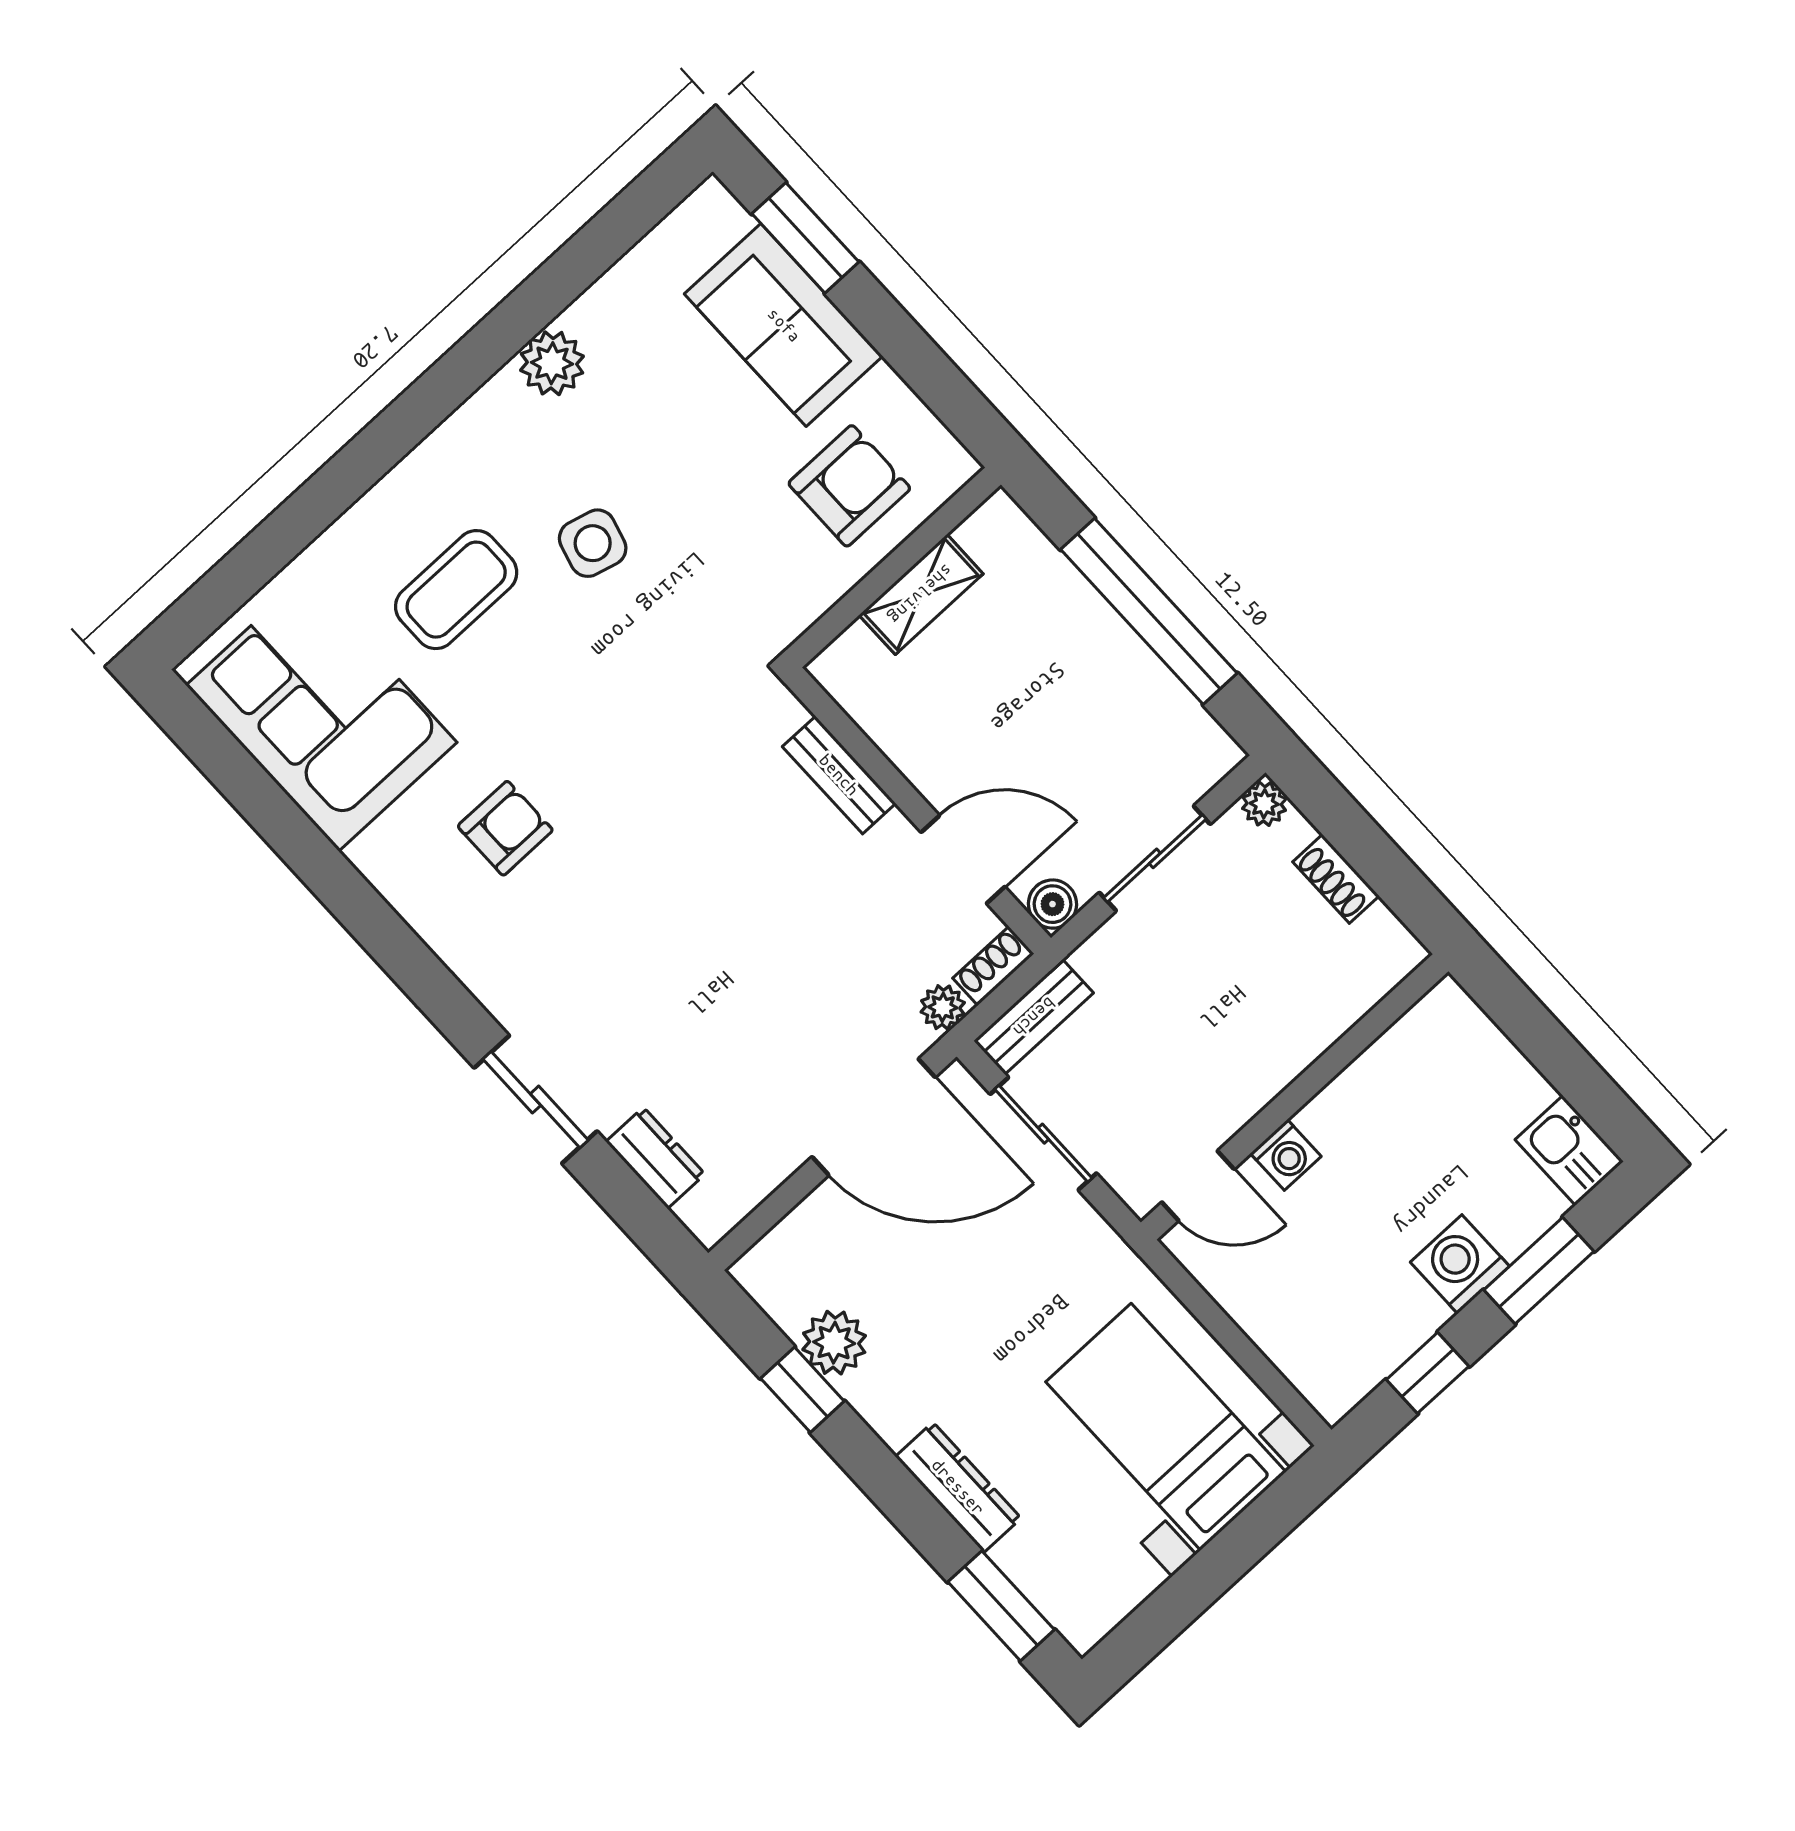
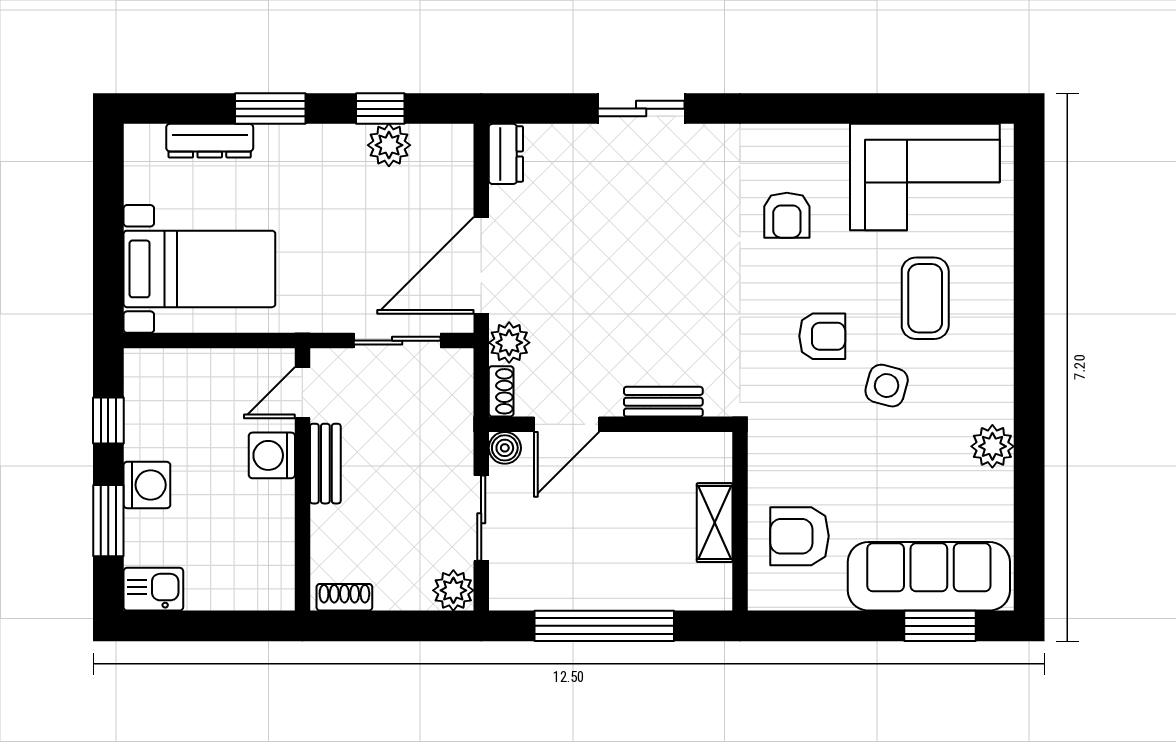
sofa: (784, 325) -> (929, 576), width x1.36
armchair: (849, 486) -> (800, 536), turned 90
armchair: (604, 665) -> (822, 336), added
plant: (1264, 804) -> (453, 590), width x1.38, depth x1.38
shoe rack: (1336, 879) -> (344, 597), moved
plant: (943, 1007) -> (509, 343), width x1.38, depth x1.38
bench: (1034, 1017) -> (325, 464), moved
washing machine: (1286, 1155) -> (272, 455), width x1.38, depth x1.38
dresser: (655, 1158) -> (506, 154), moved, turned -90
dresser: (958, 1487) -> (210, 141), moved
window: (1001, 1606) -> (270, 109), moved

